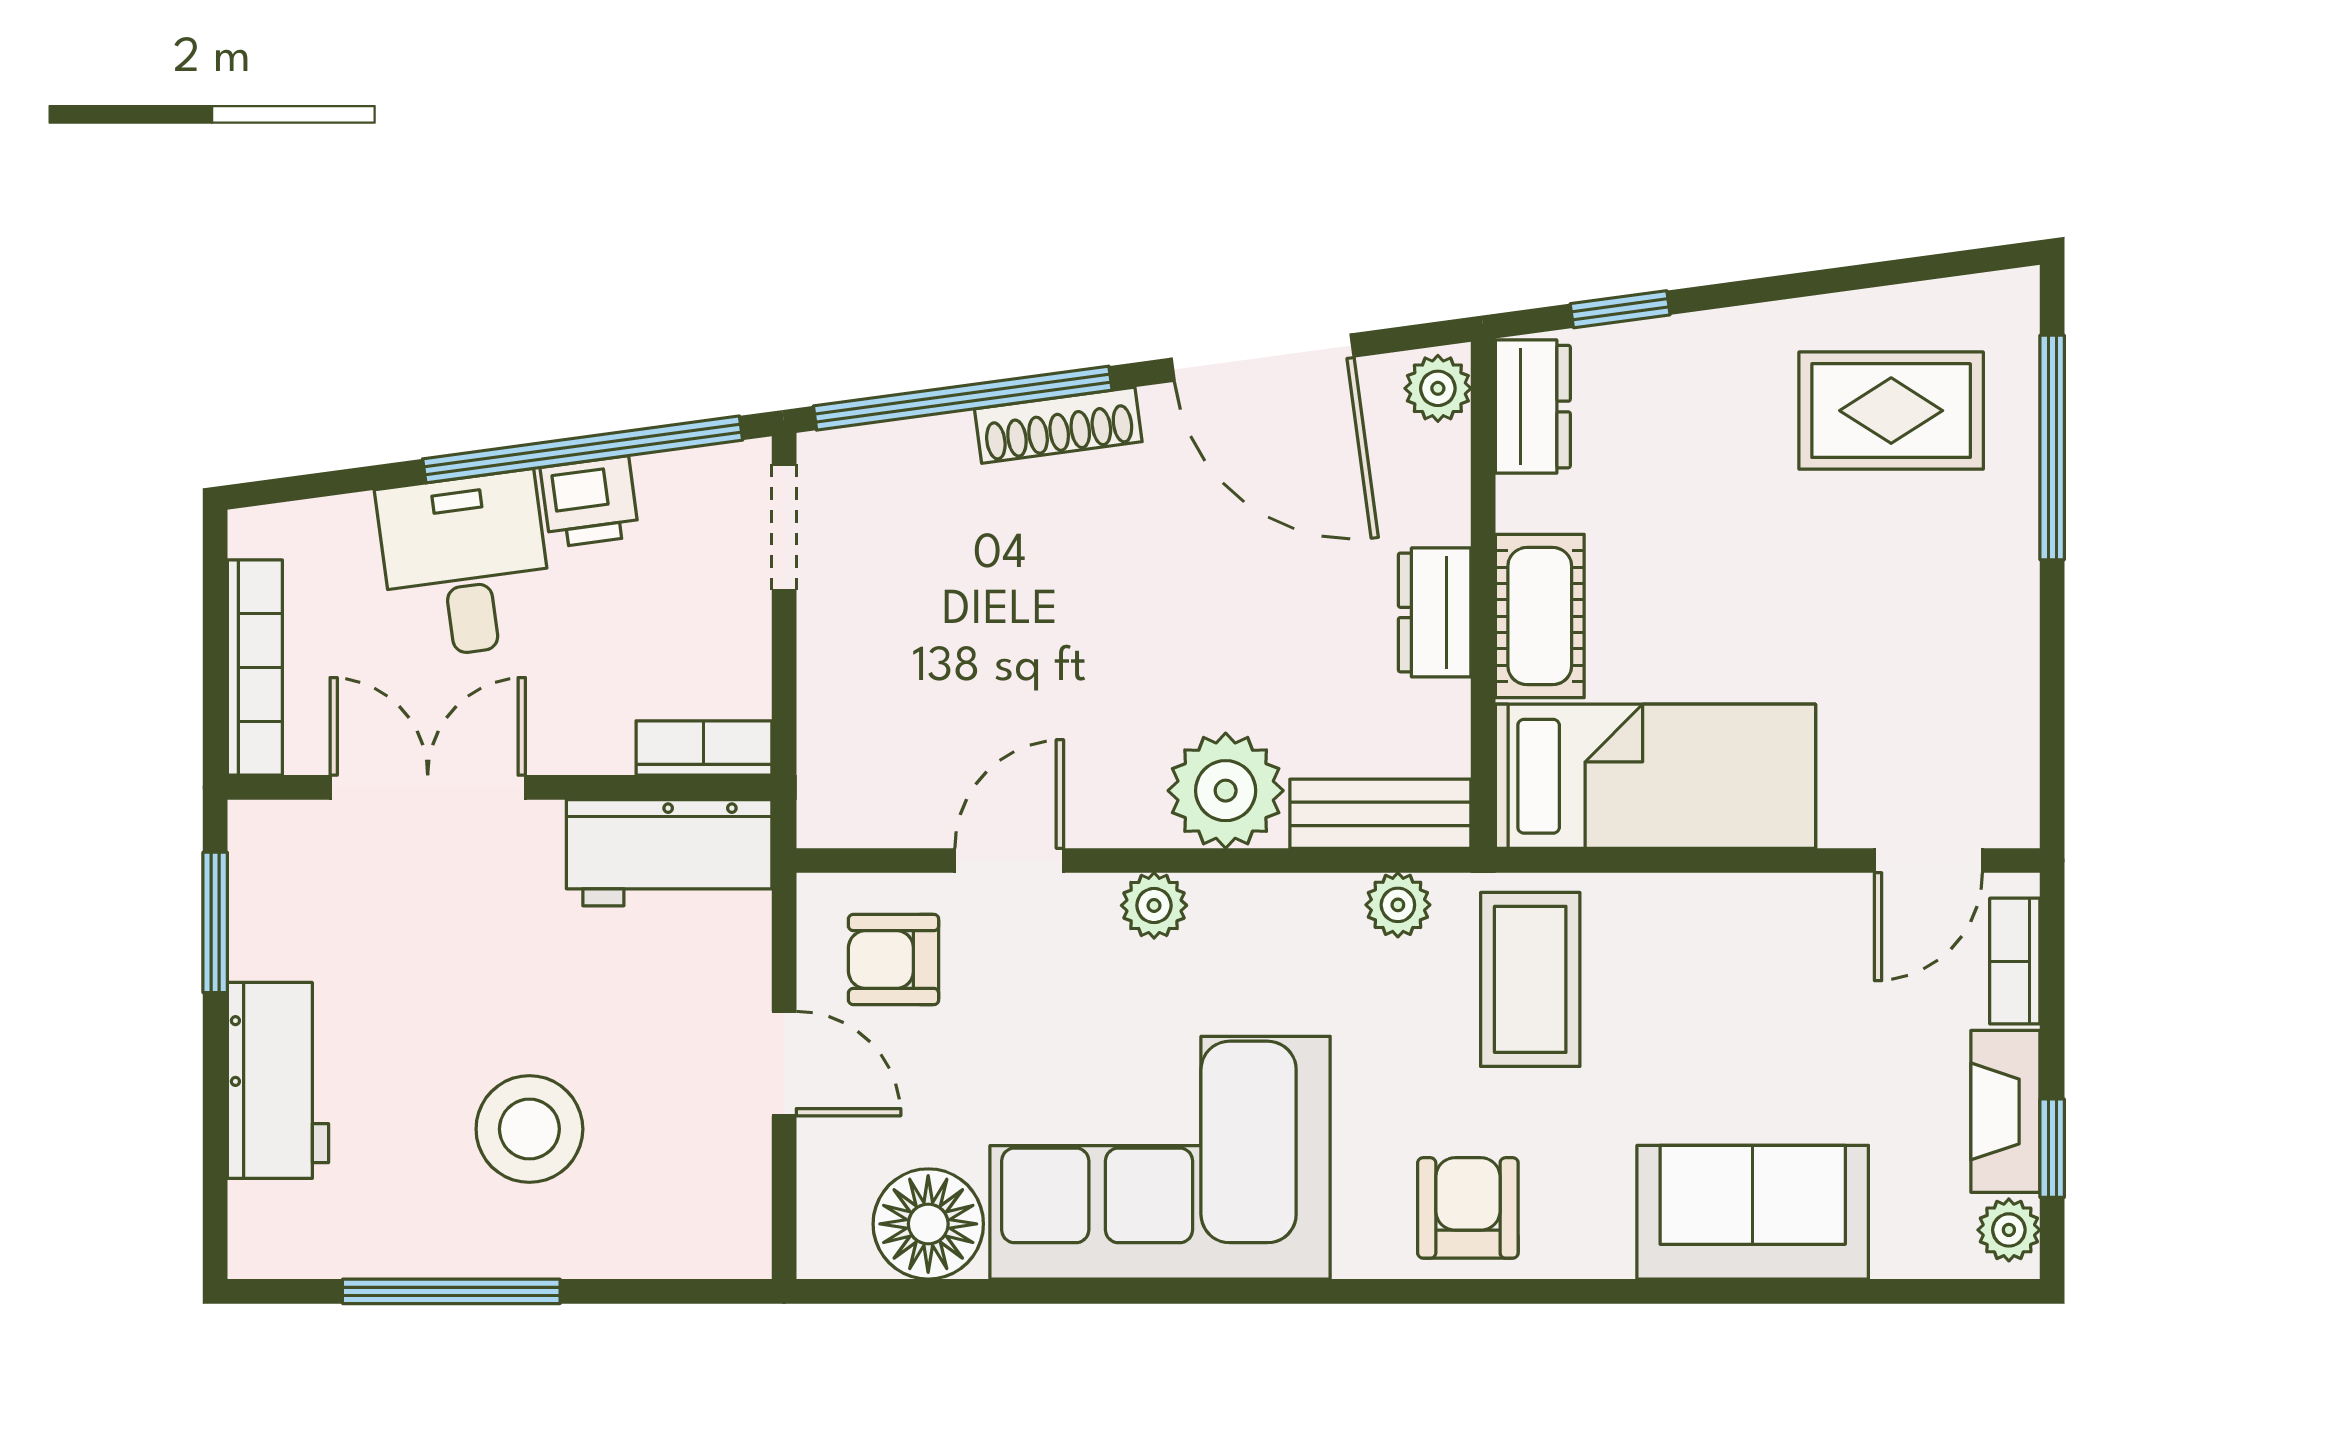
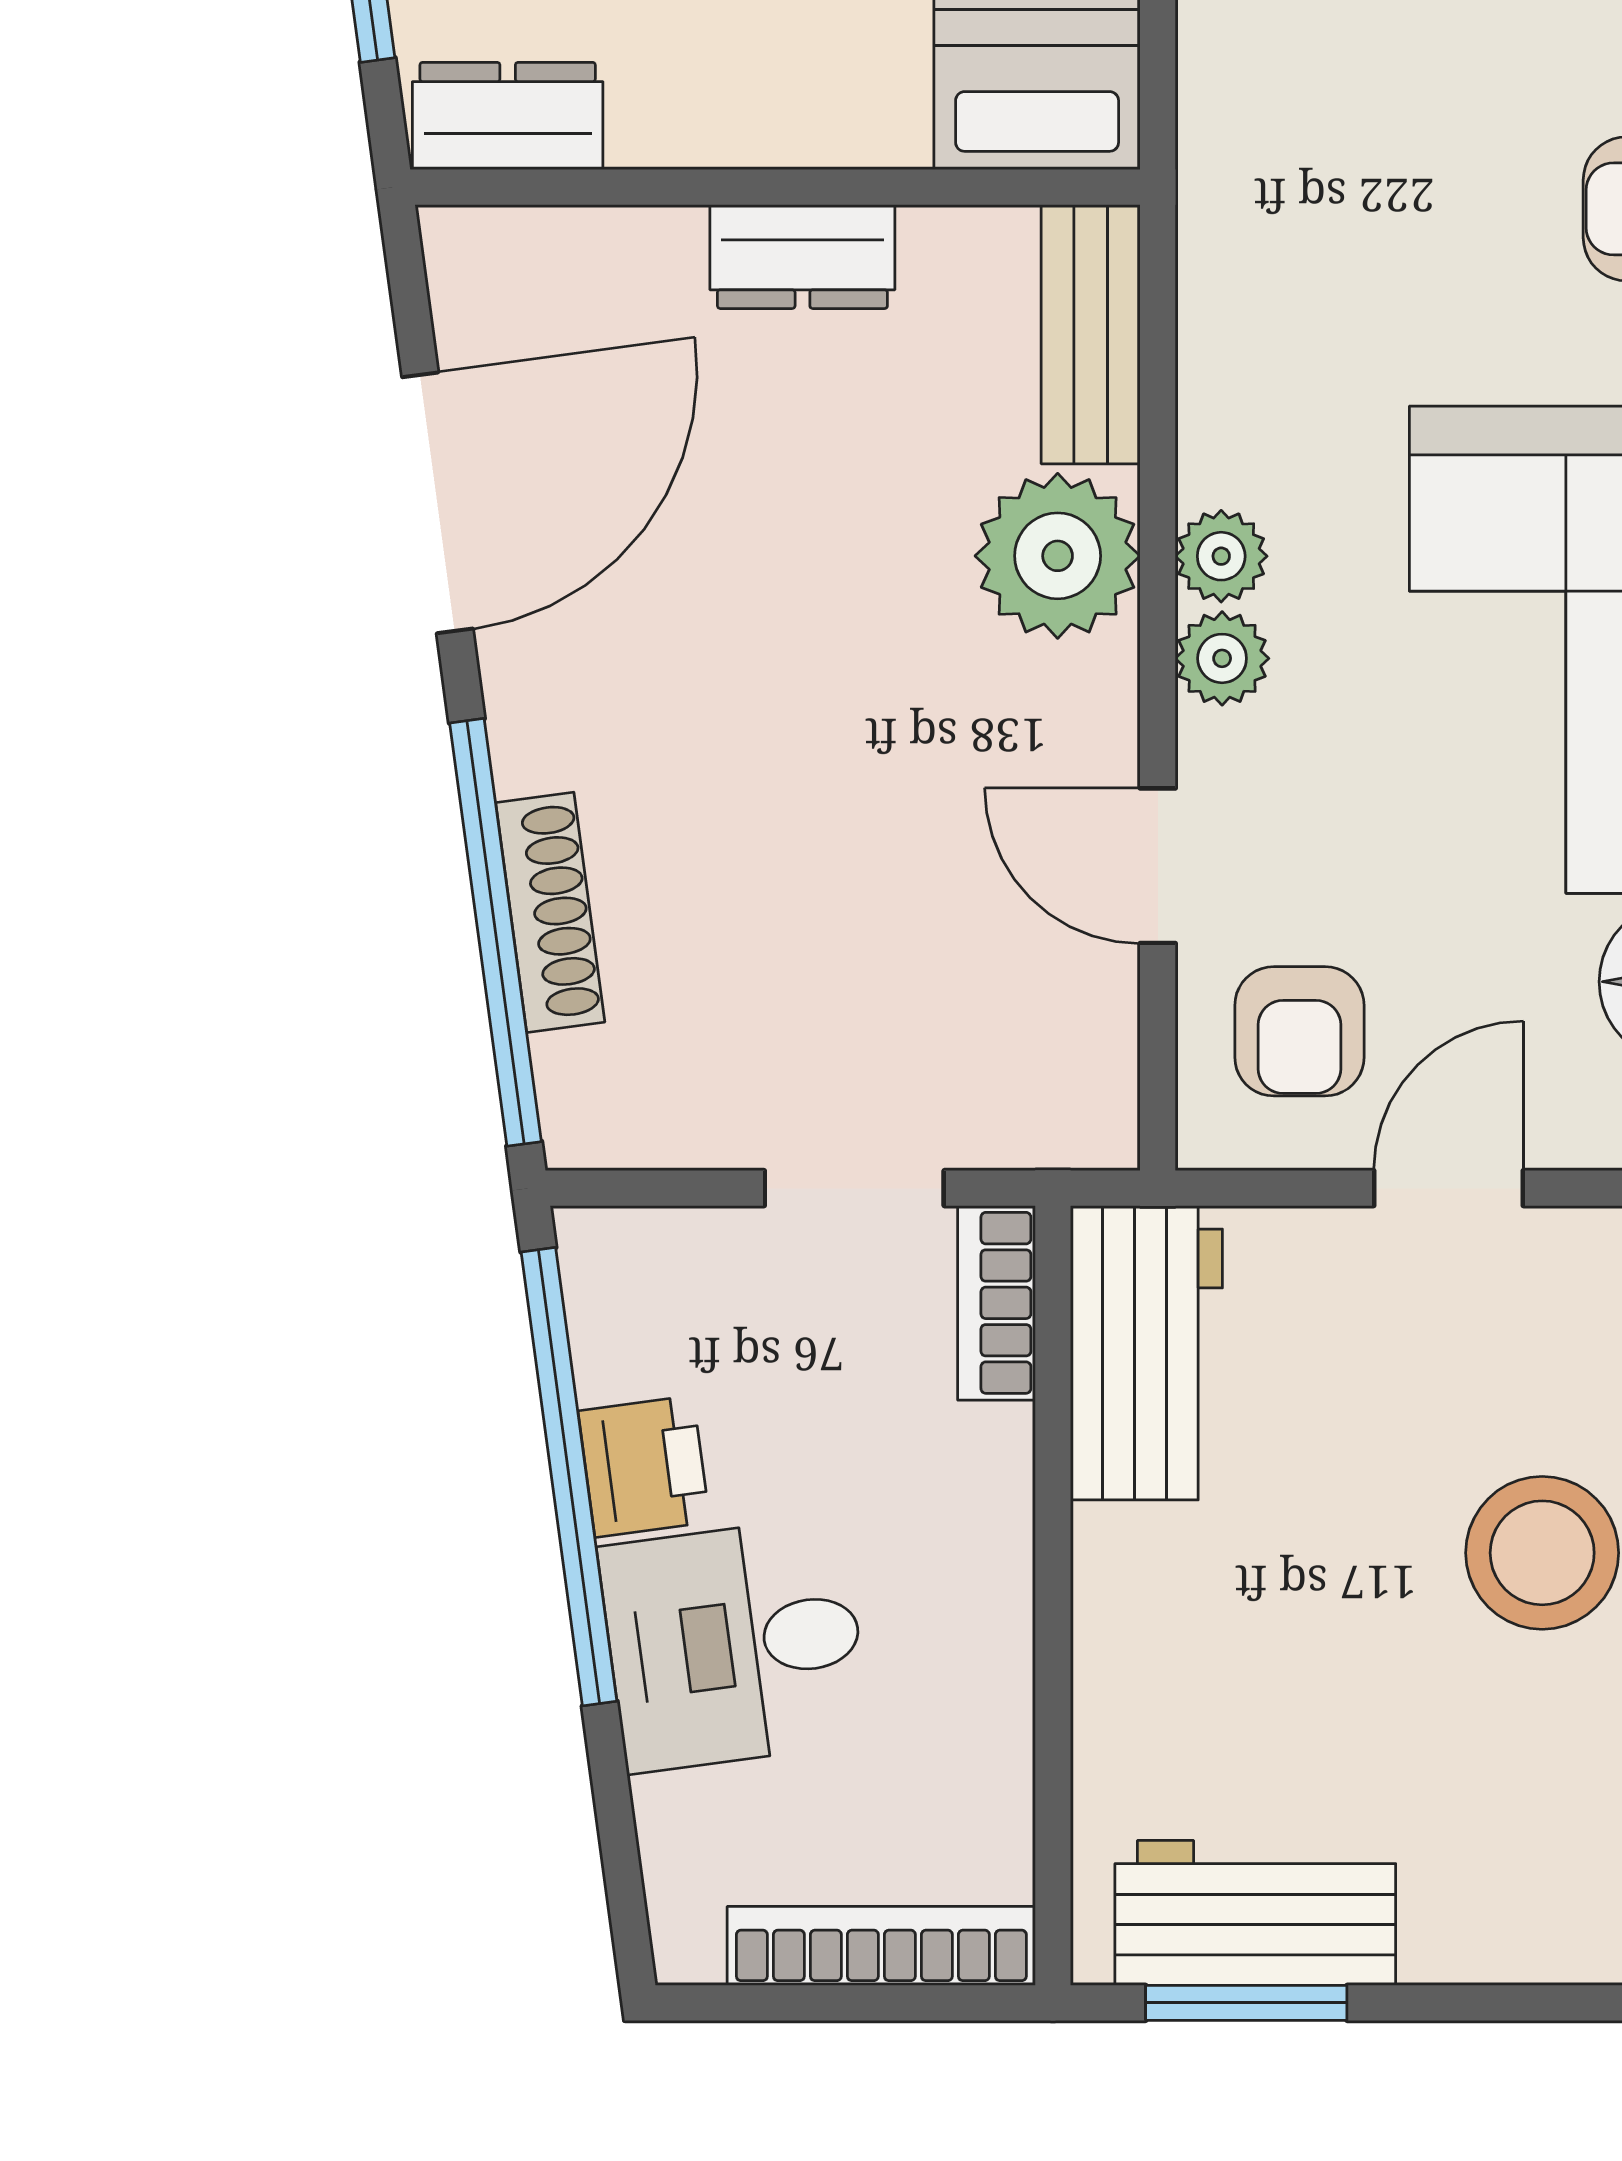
plant: (1438, 388) -> (482, 252), removed
shoe rack: (1058, 425) -> (550, 912), moved
doorway: (784, 527) -> (854, 1188), moved
cot: (1540, 616) -> (808, 106), removed
double door: (428, 787) -> (1053, 1698), removed
plant: (1398, 905) -> (1221, 556), moved
coffee table: (1530, 979) -> (1328, 120), removed
workbench: (278, 1080) -> (1255, 1913), moved

